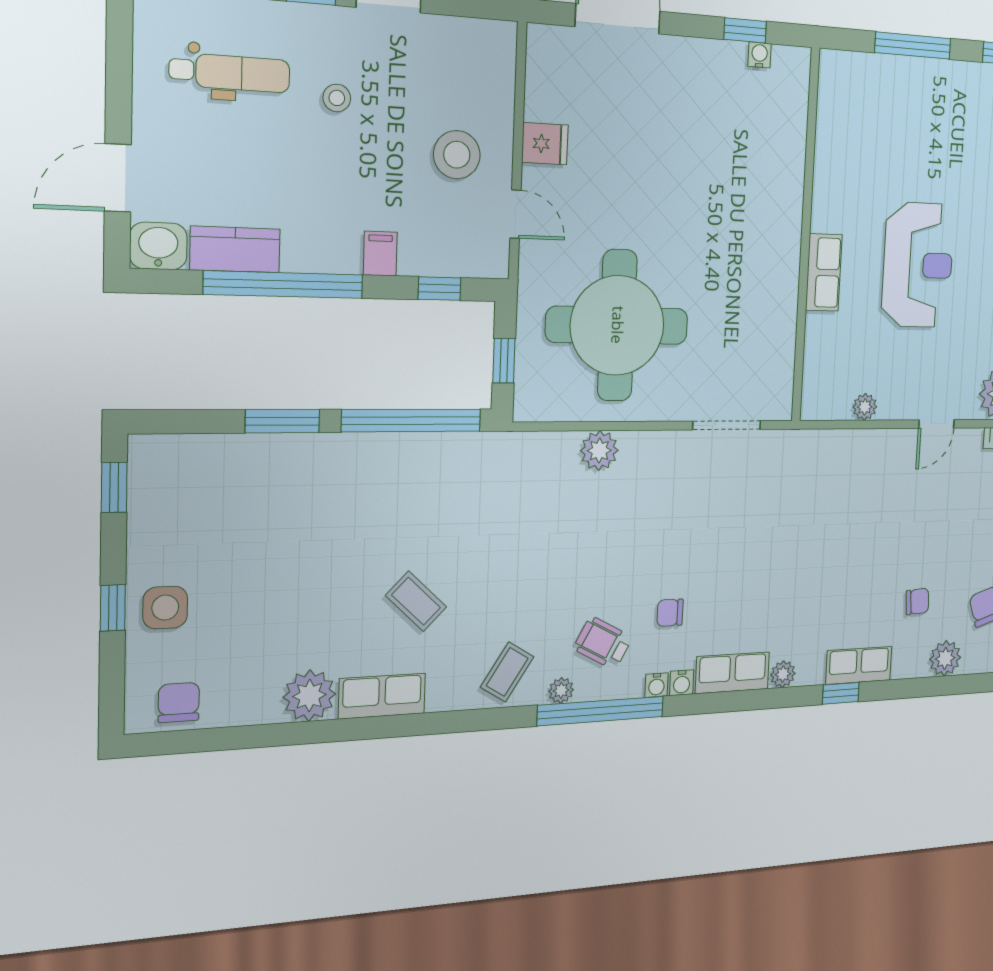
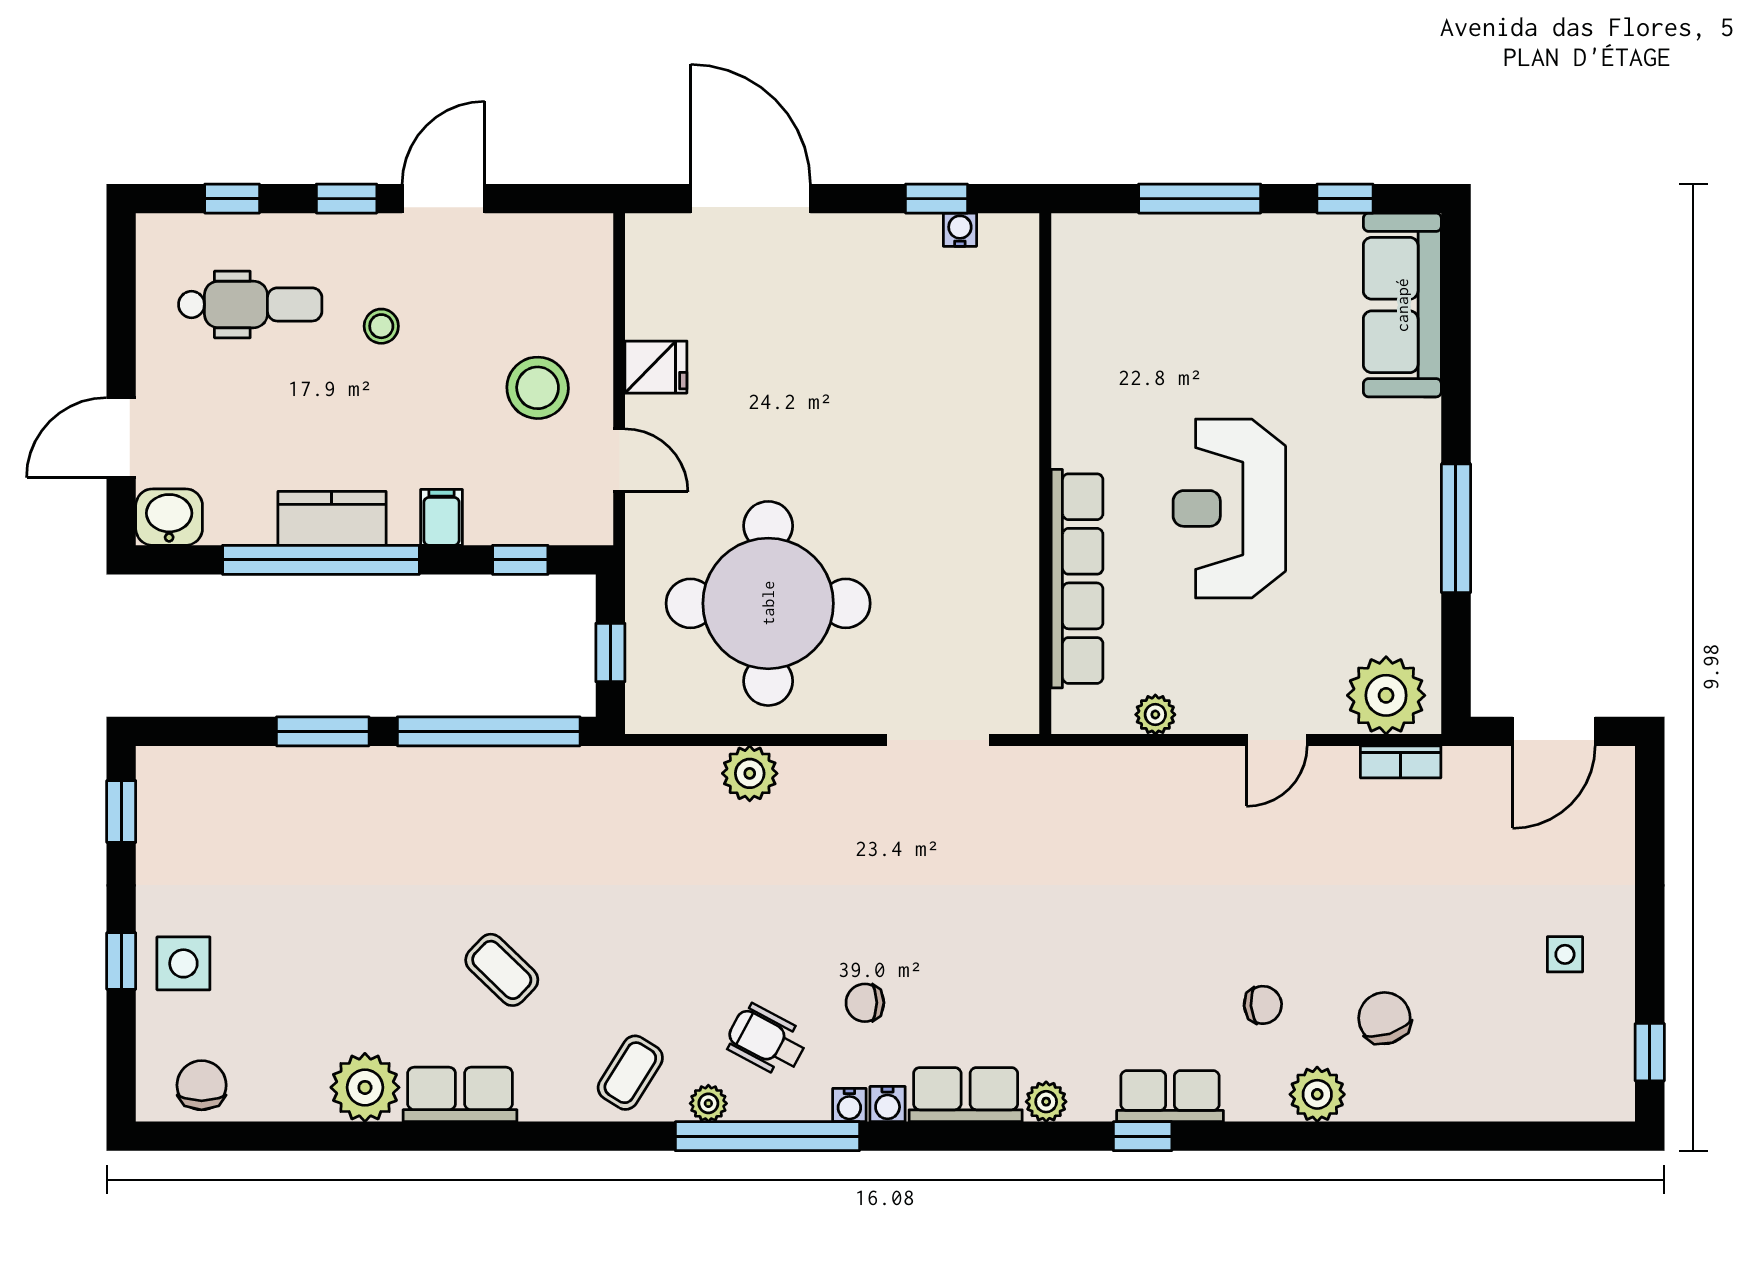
kitchen counter: (235, 249) -> (332, 518), moved
reception desk: (918, 265) -> (1229, 508), turned 180
row of seats: (824, 272) -> (1077, 579), width x2.02

